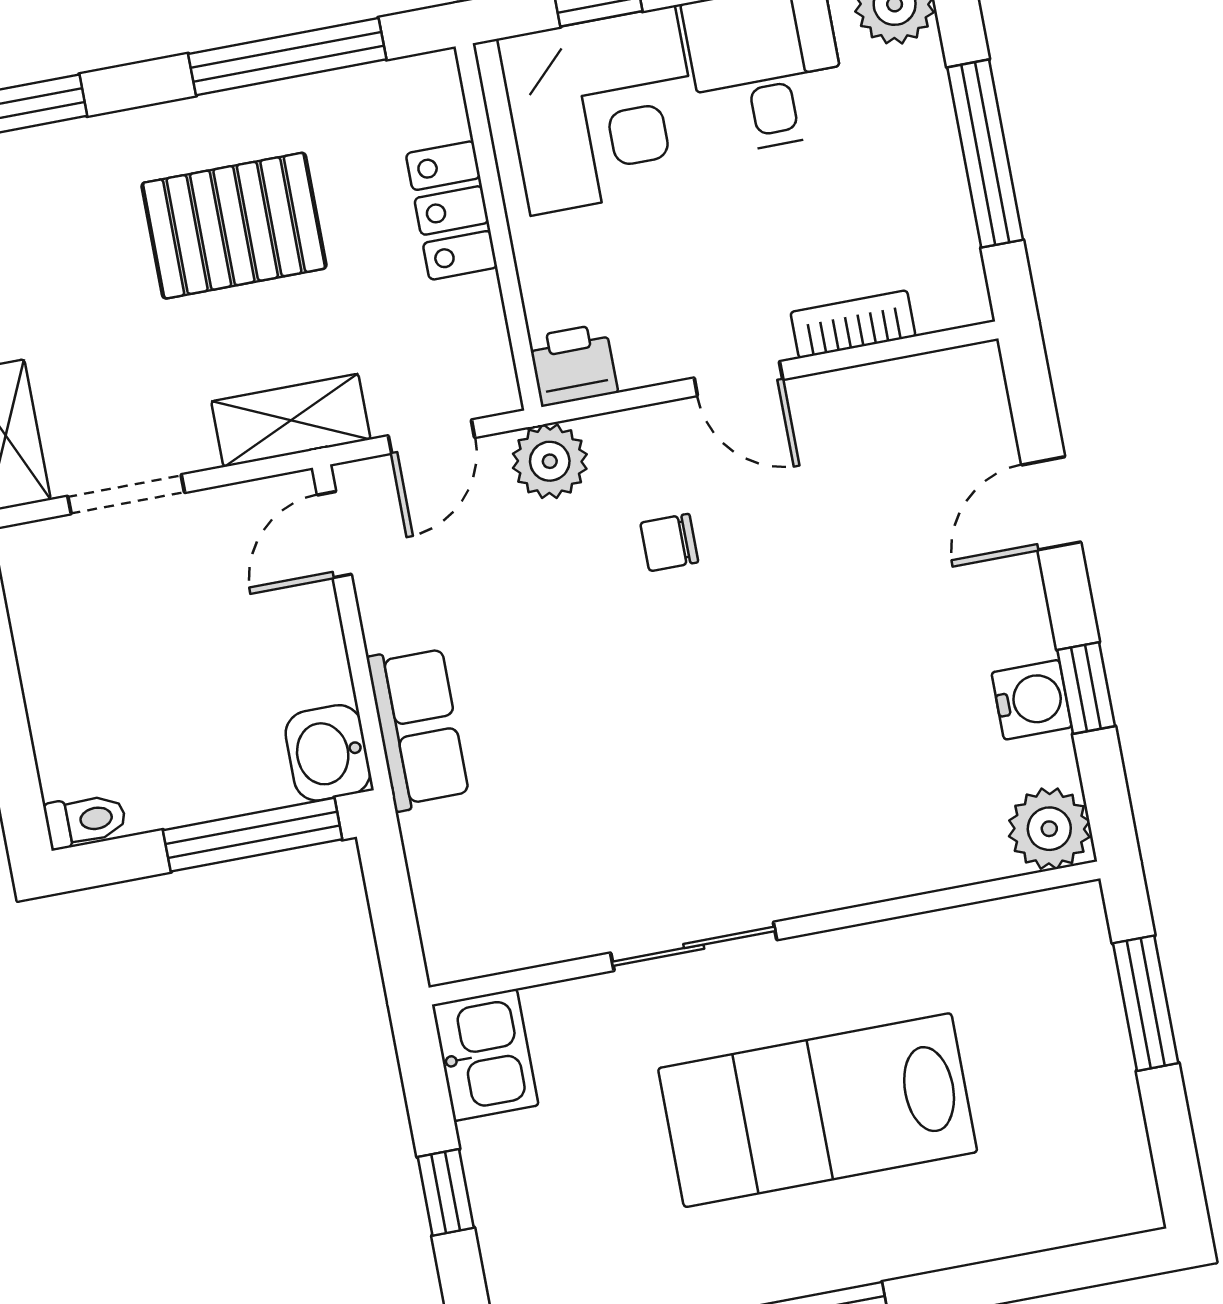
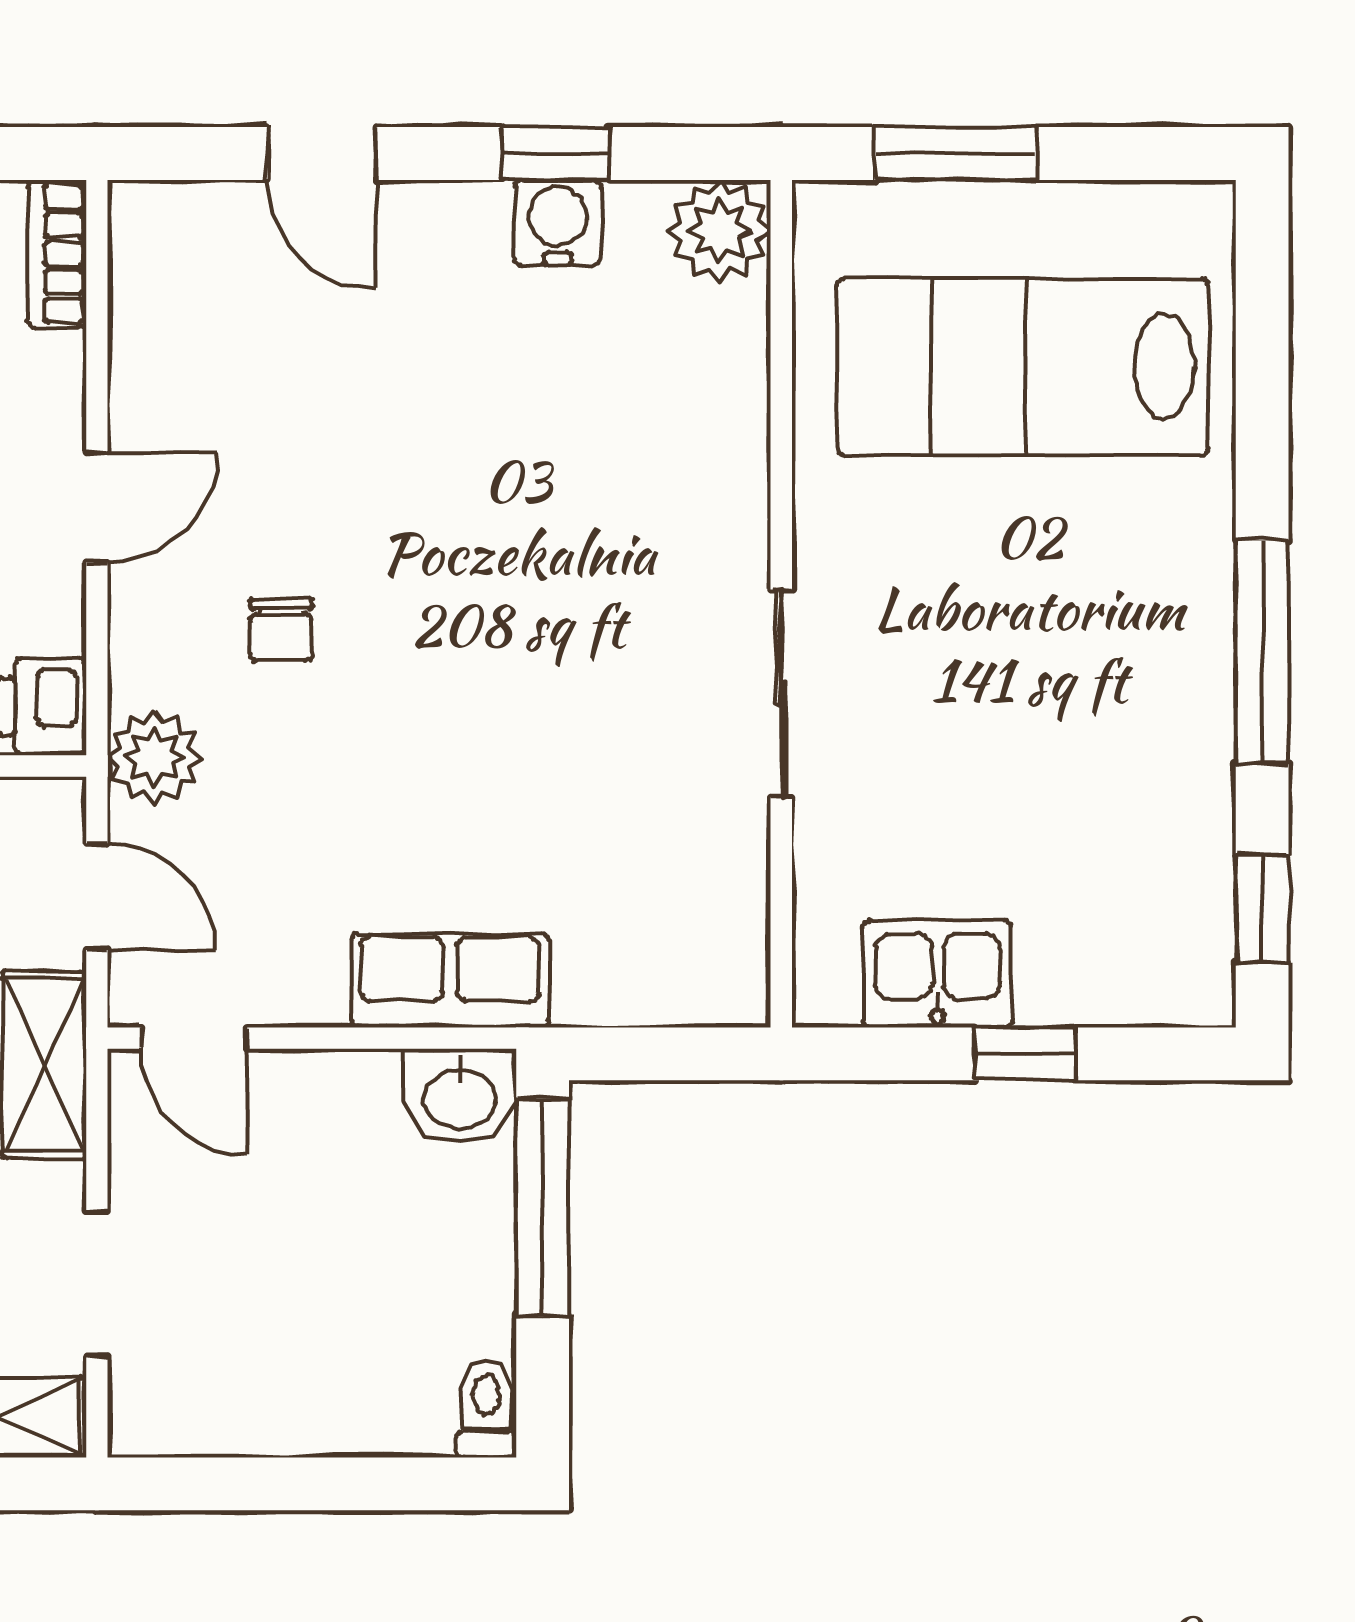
bookcase: (853, 324) -> (57, 254), moved
kitchen sink: (485, 1055) -> (938, 974), moved
lab bench: (818, 1110) -> (1023, 367), moved, turned 90

